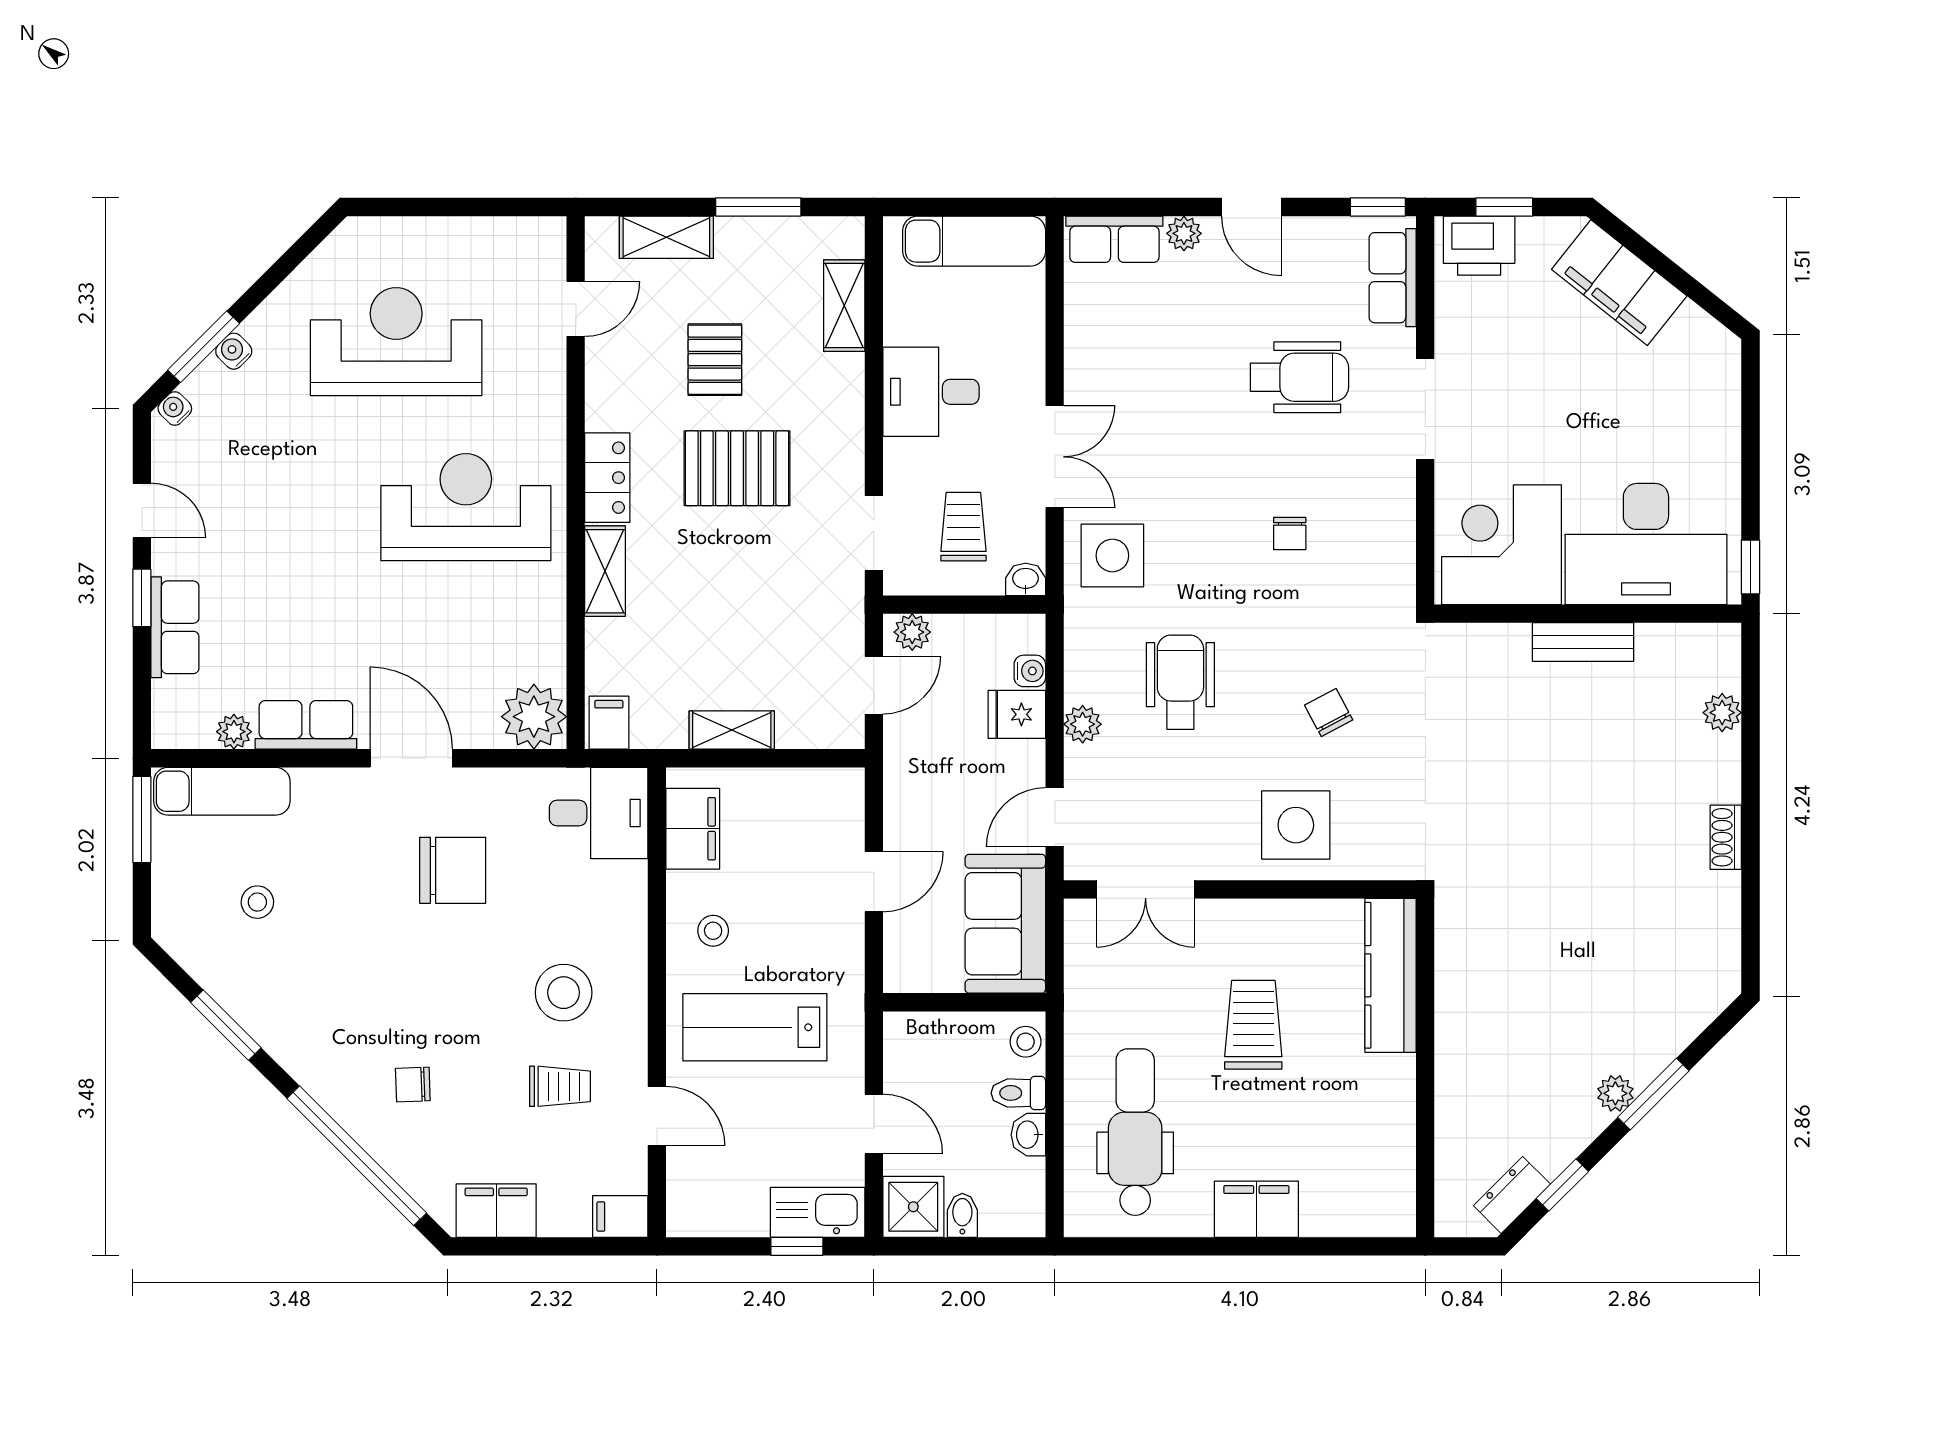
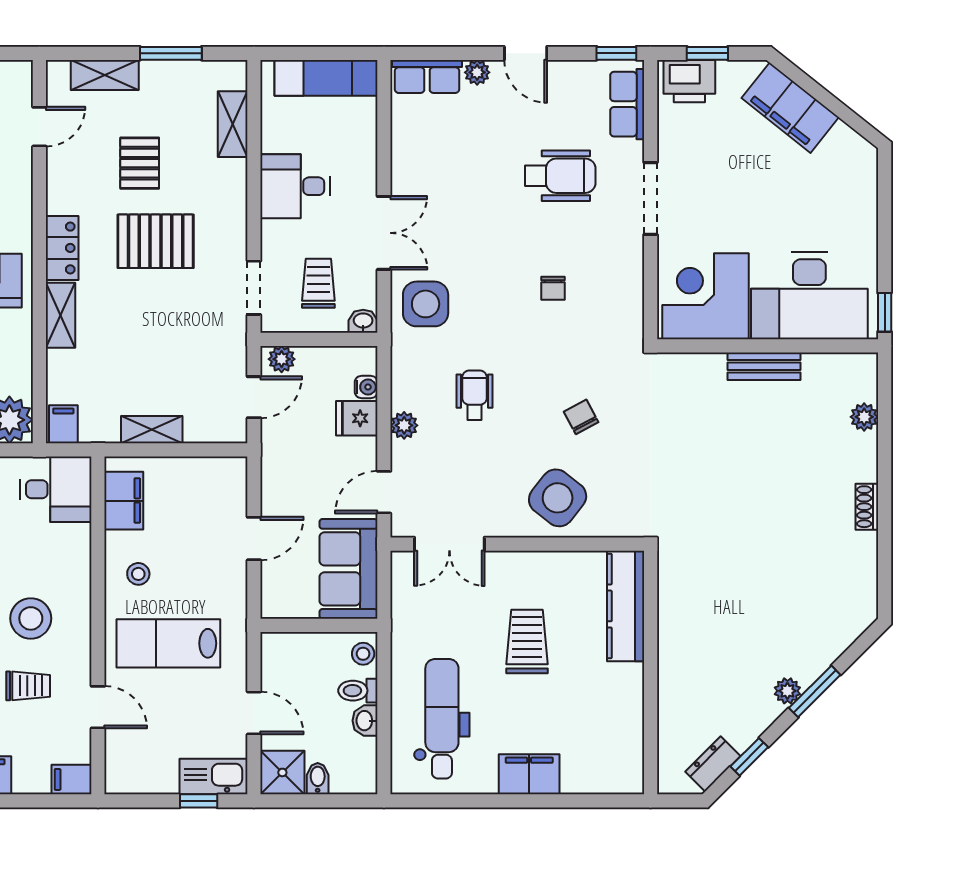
wheelchair: (1180, 682) -> (474, 395), width x0.73, depth x0.73
side table: (1296, 825) -> (558, 498), turned 38

